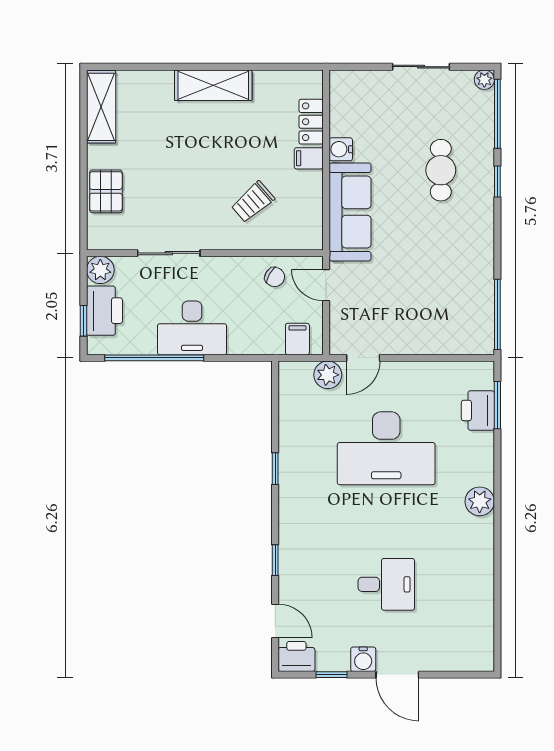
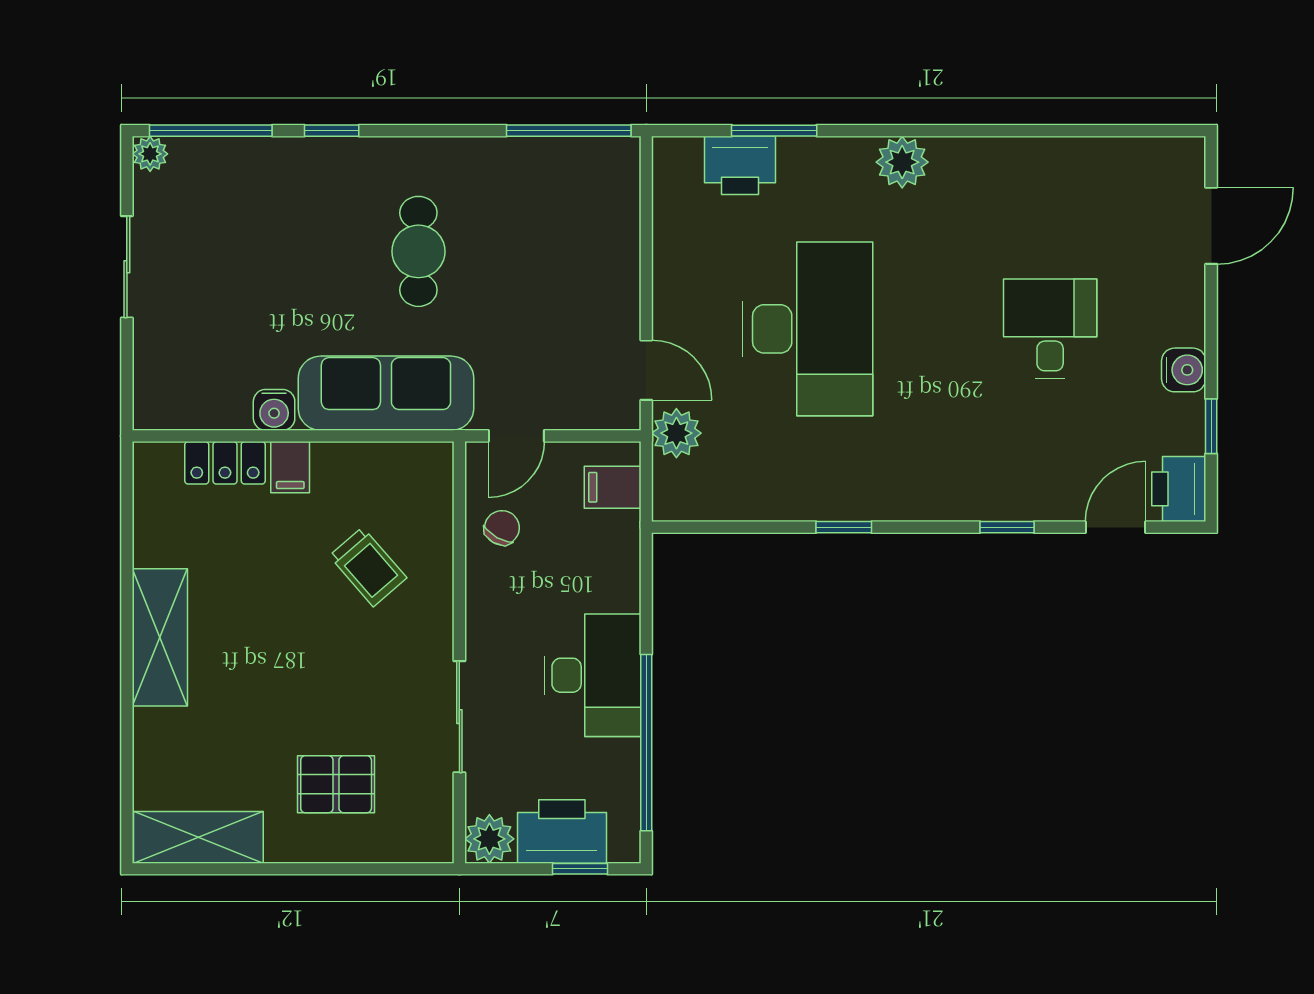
cafe table: (441, 170) -> (418, 251), moved, turned 90
pallet: (106, 191) -> (336, 784), moved
window: (497, 405) -> (774, 131), moved
door: (397, 675) -> (1211, 226), moved

